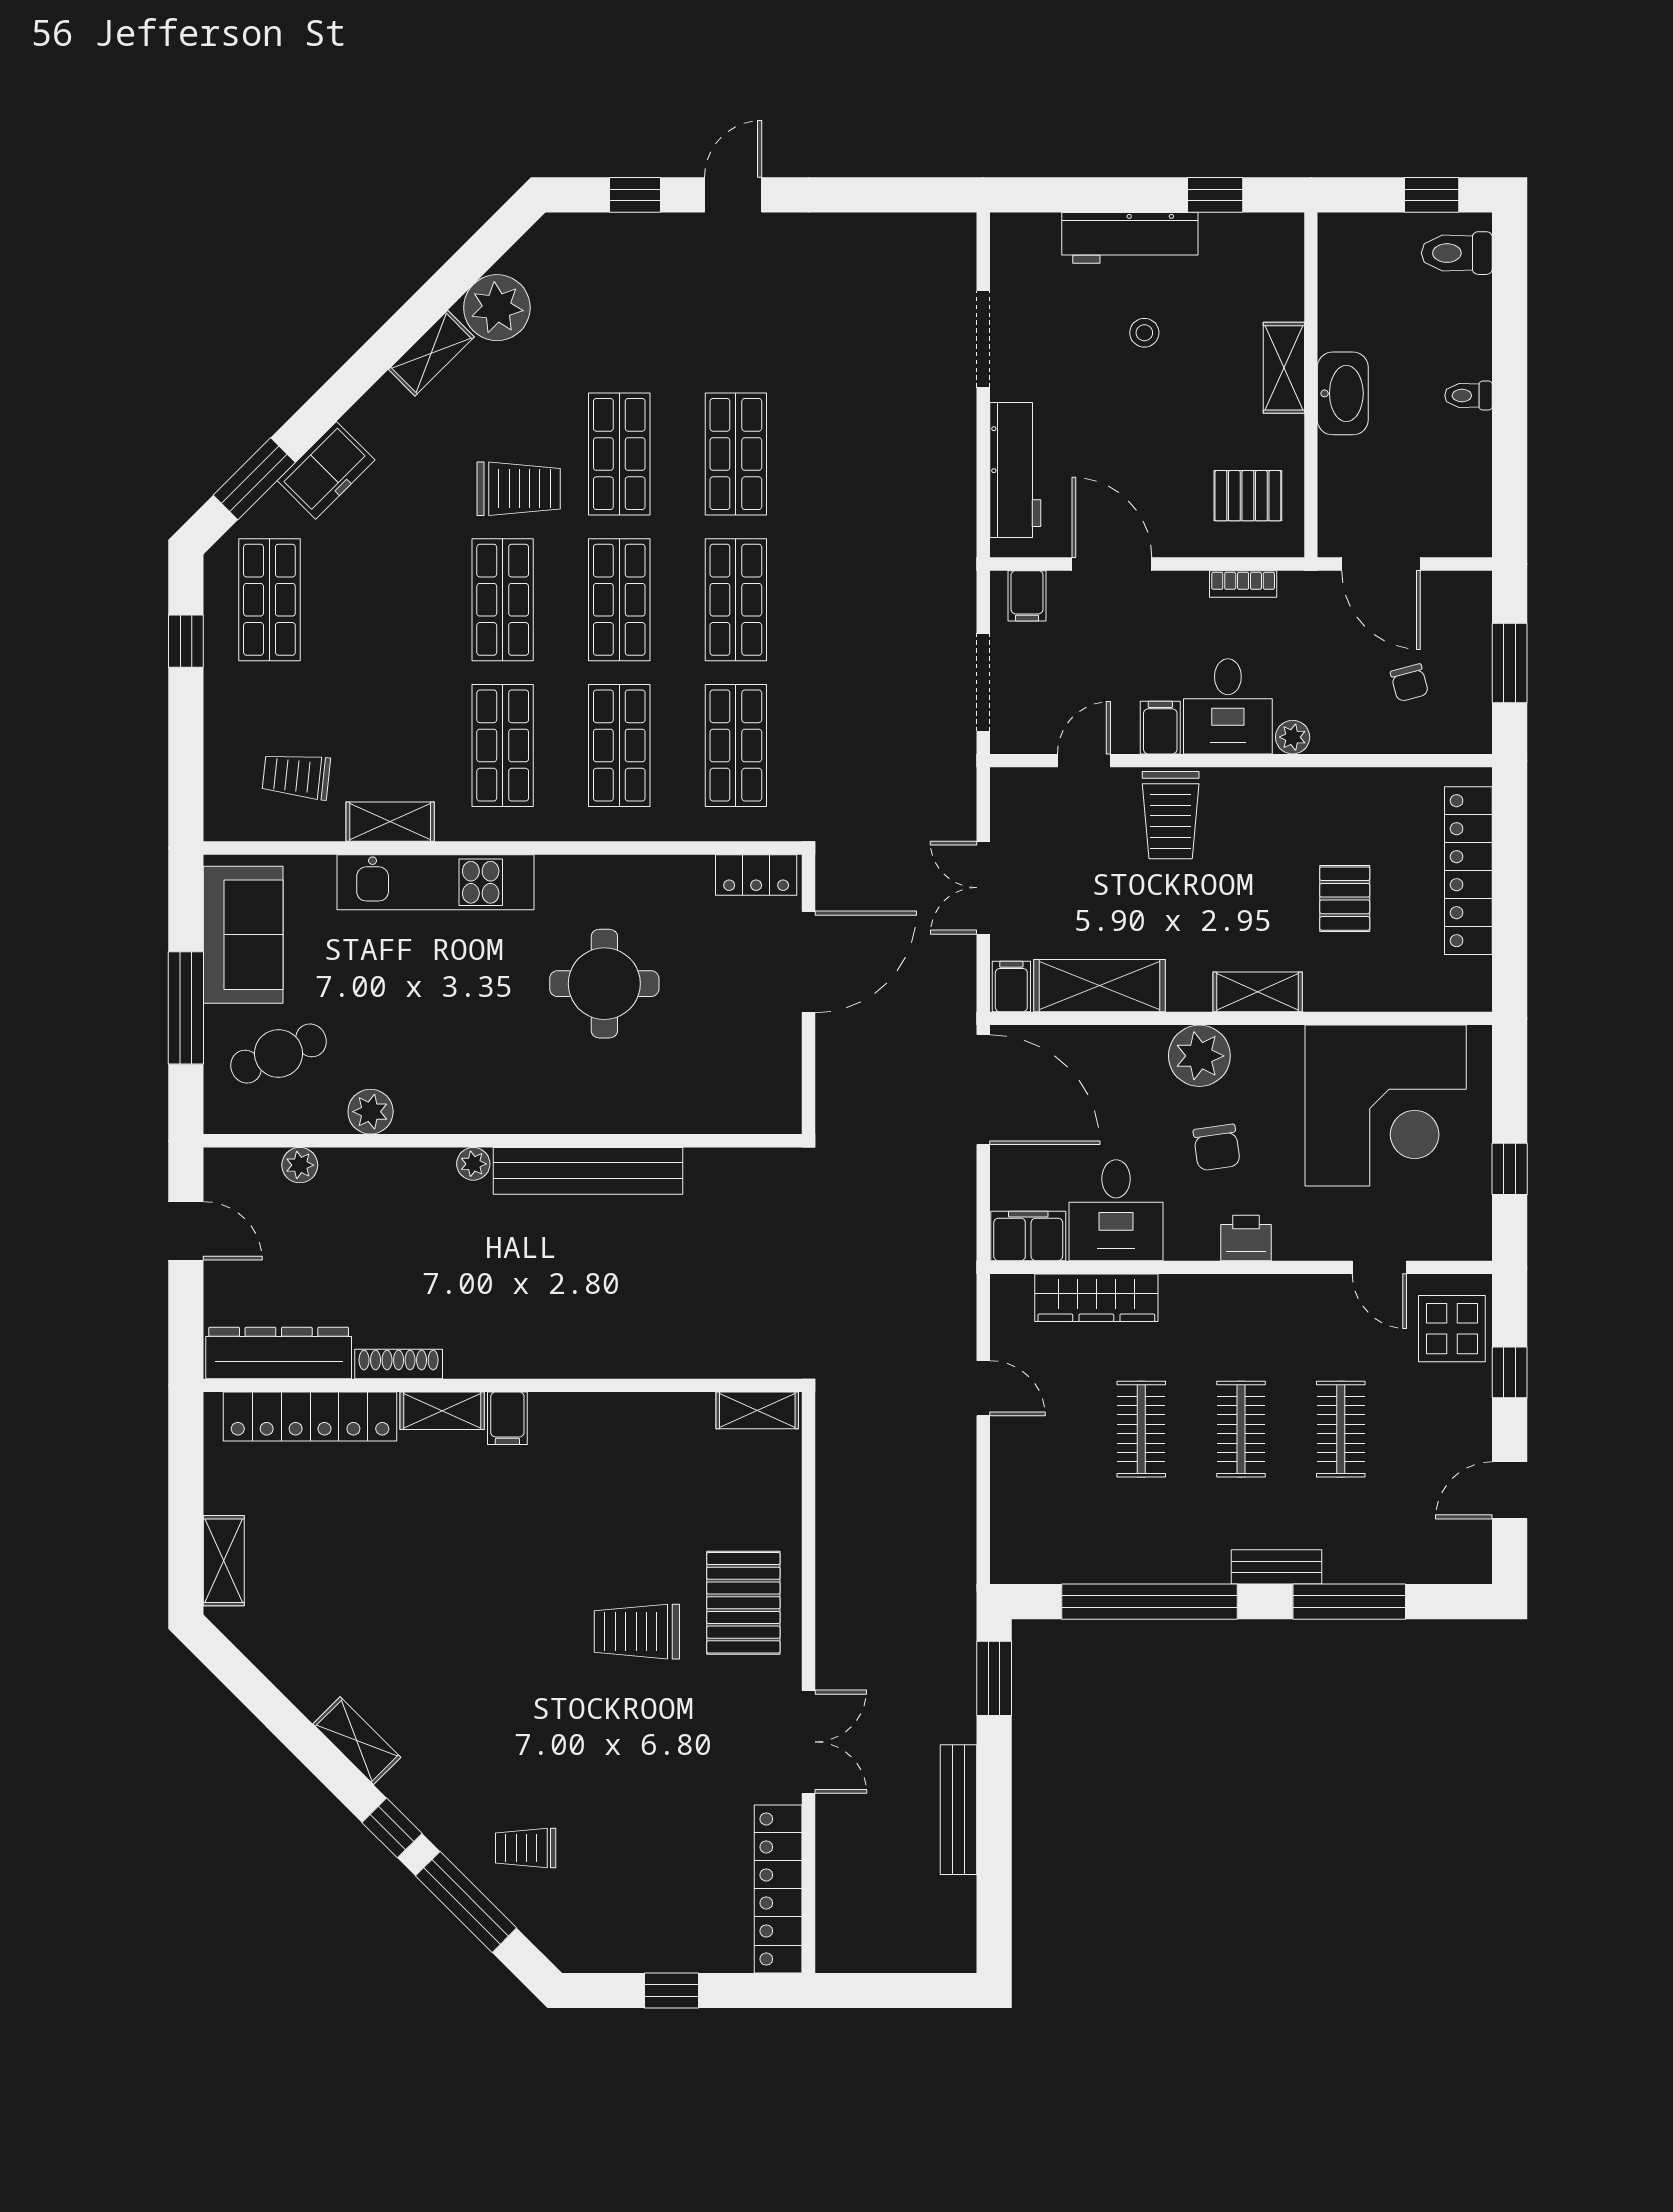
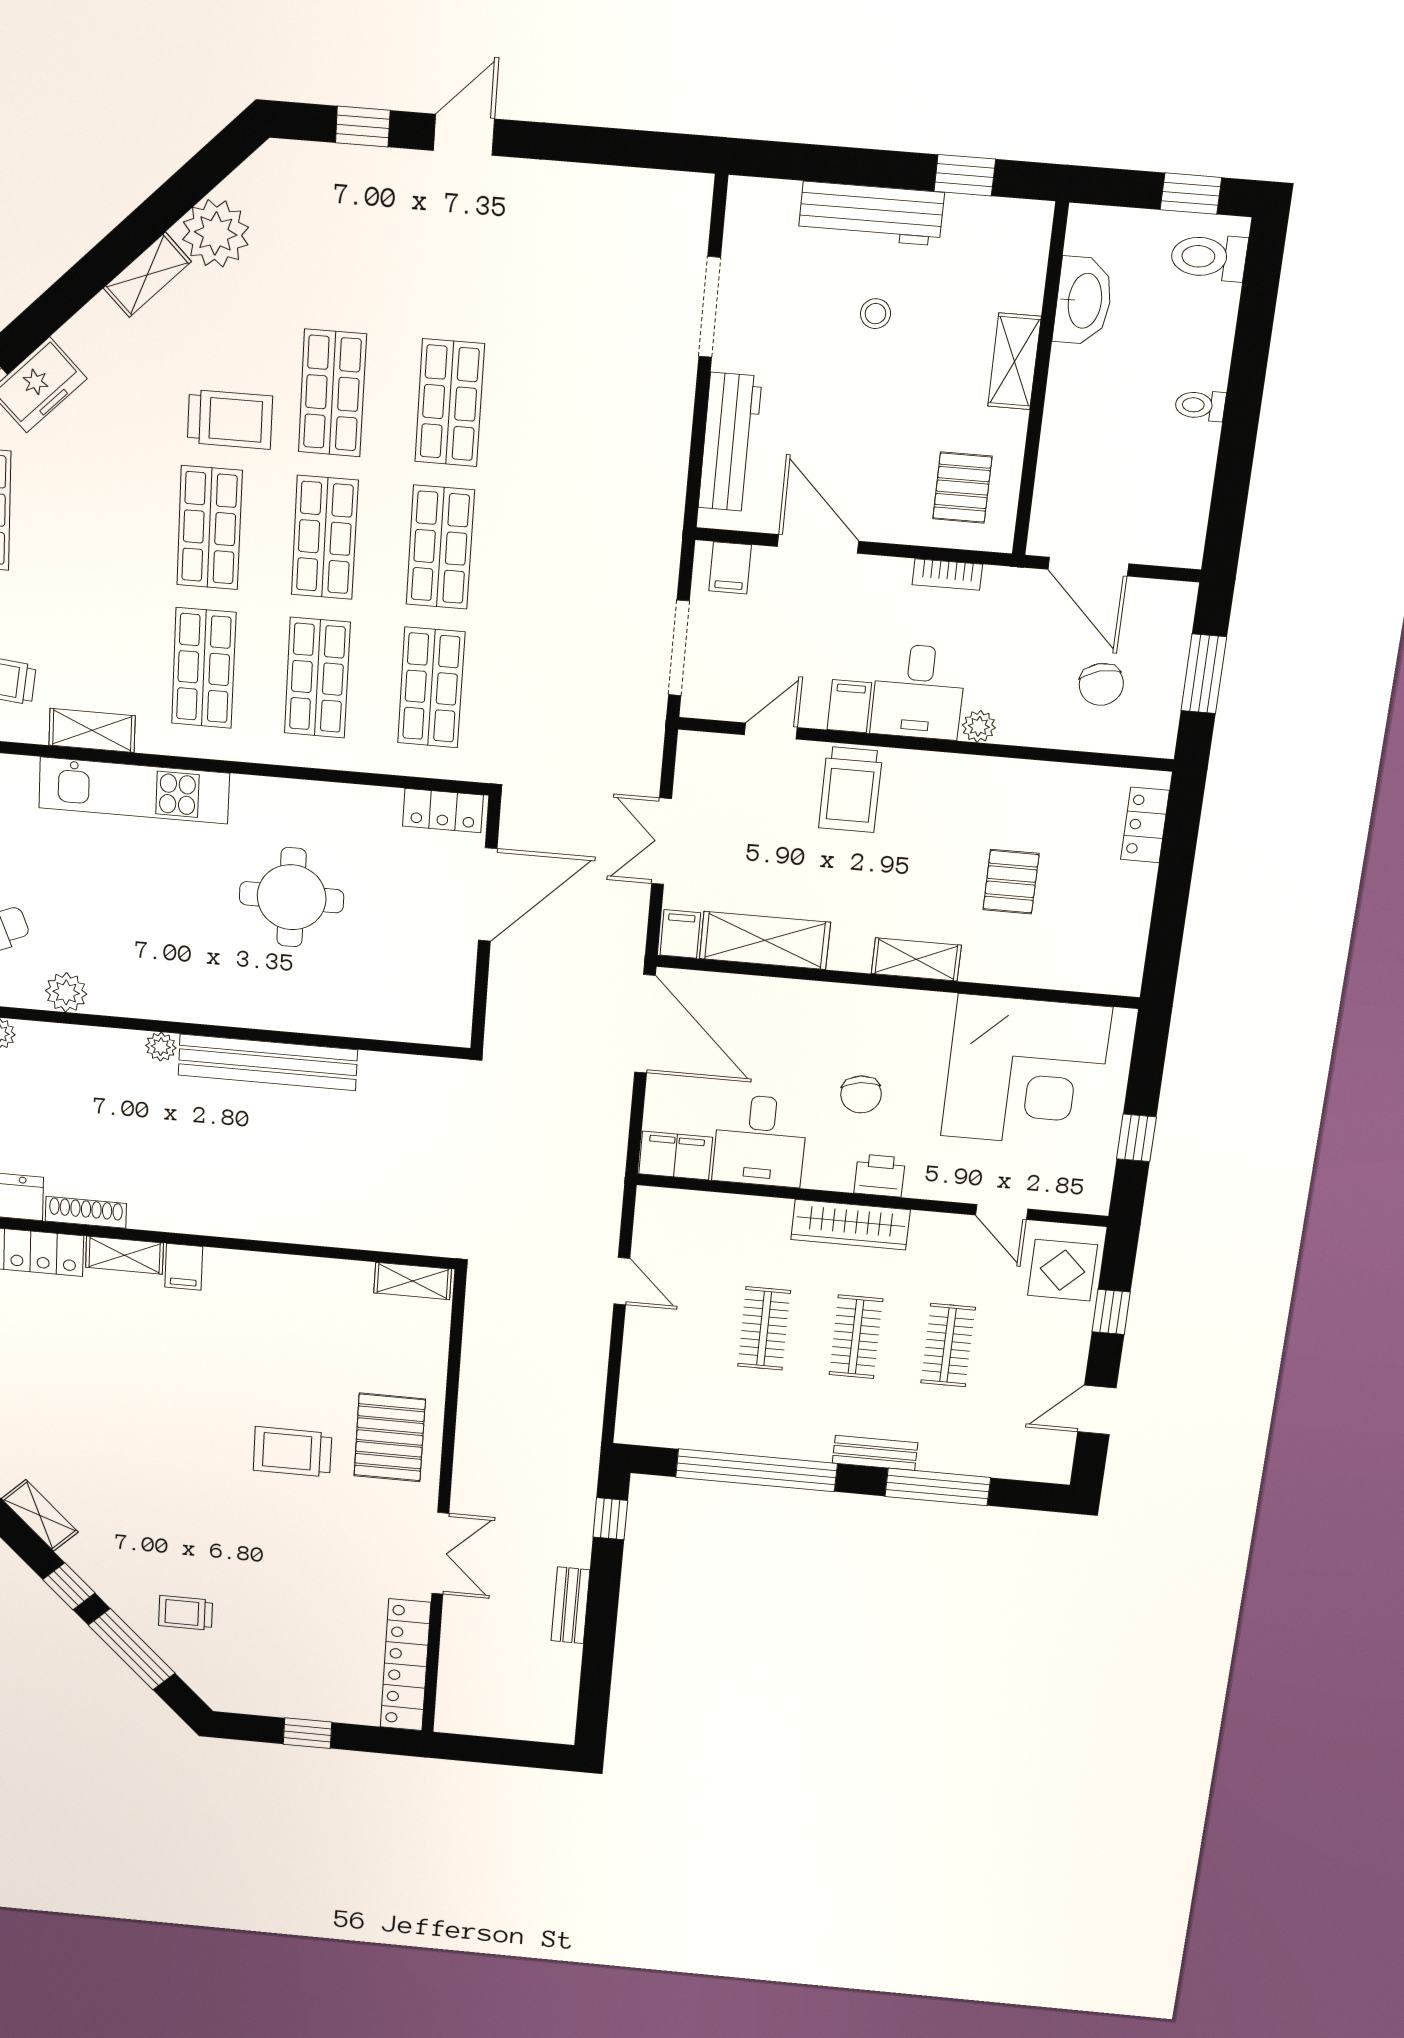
washbasin: (1343, 393) -> (1083, 301), moved
pallet: (1248, 496) -> (962, 488), turned 90
chair: (1409, 683) -> (1101, 684), width x1.37, depth x1.37
locker: (1468, 871) -> (1145, 825), width x0.46, depth x0.83
plant: (1199, 1056) -> (854, 1012), removed
wardrobe: (1096, 1298) -> (850, 1225), moved
window: (994, 1678) -> (610, 1519), width x0.67
bench: (958, 1810) -> (570, 1605), width x0.73

